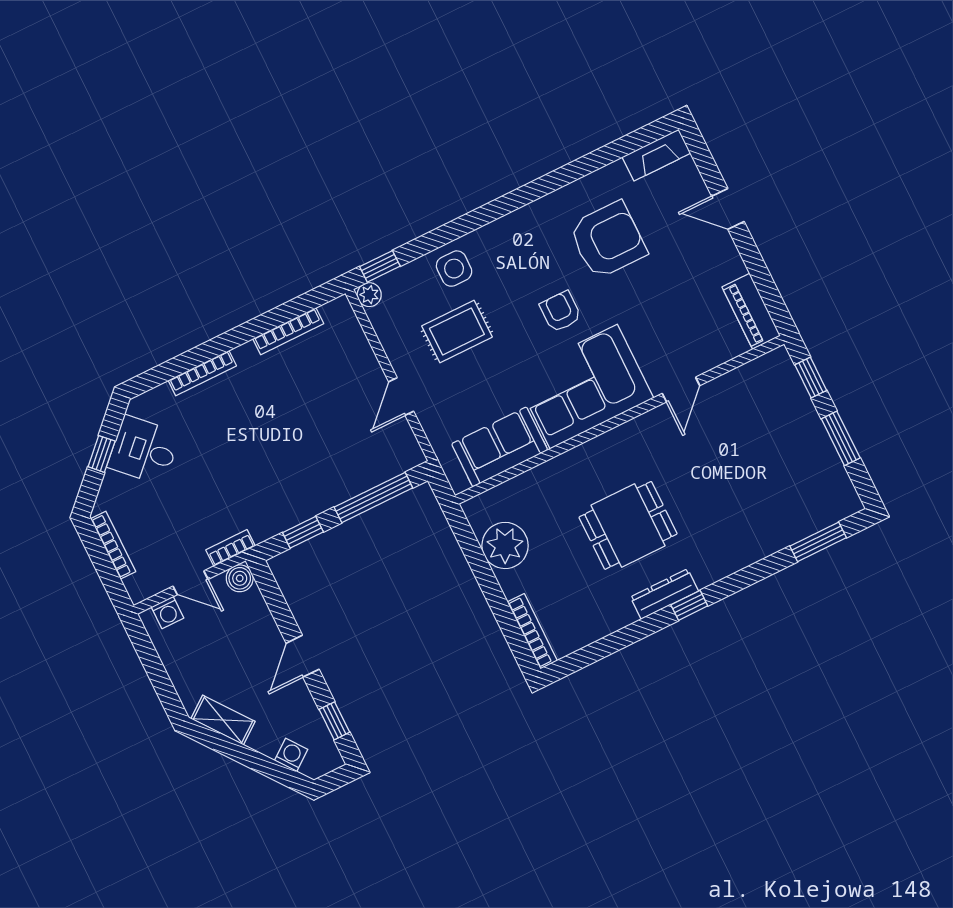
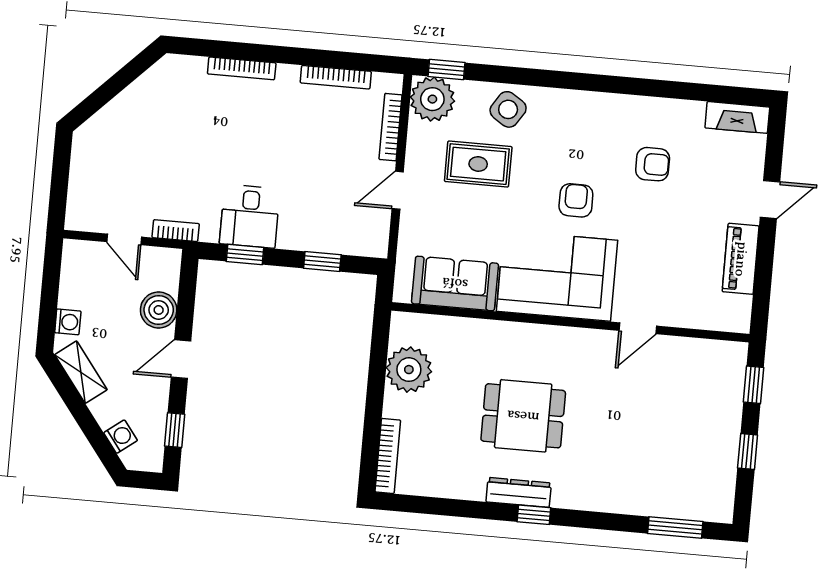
door: (728, 209) -> (770, 200), swing flipped
armchair: (608, 240) -> (653, 164), width x0.53, depth x0.53
side table: (454, 269) -> (508, 109), turned 33
plant: (369, 295) -> (432, 99), width x1.88, depth x1.88
piano: (751, 311) -> (741, 259), moved
window: (841, 438) -> (748, 452), width x0.67
desk: (144, 450) -> (250, 216), moved, turned -135
window: (102, 454) -> (115, 85), removed
window: (373, 498) -> (322, 261), width x0.46
bookcase: (113, 545) -> (390, 127), moved, turned 180
boiler: (240, 578) -> (159, 310), moved, width x1.36, depth x1.36
washing machine: (168, 612) -> (68, 322), moved, turned -90

